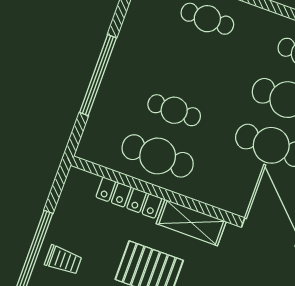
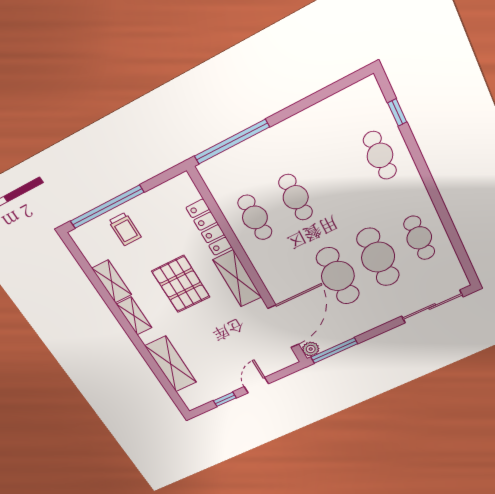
window: (98, 75) -> (232, 142), moved
cafe table: (158, 156) -> (255, 217), width x0.73, depth x0.74

